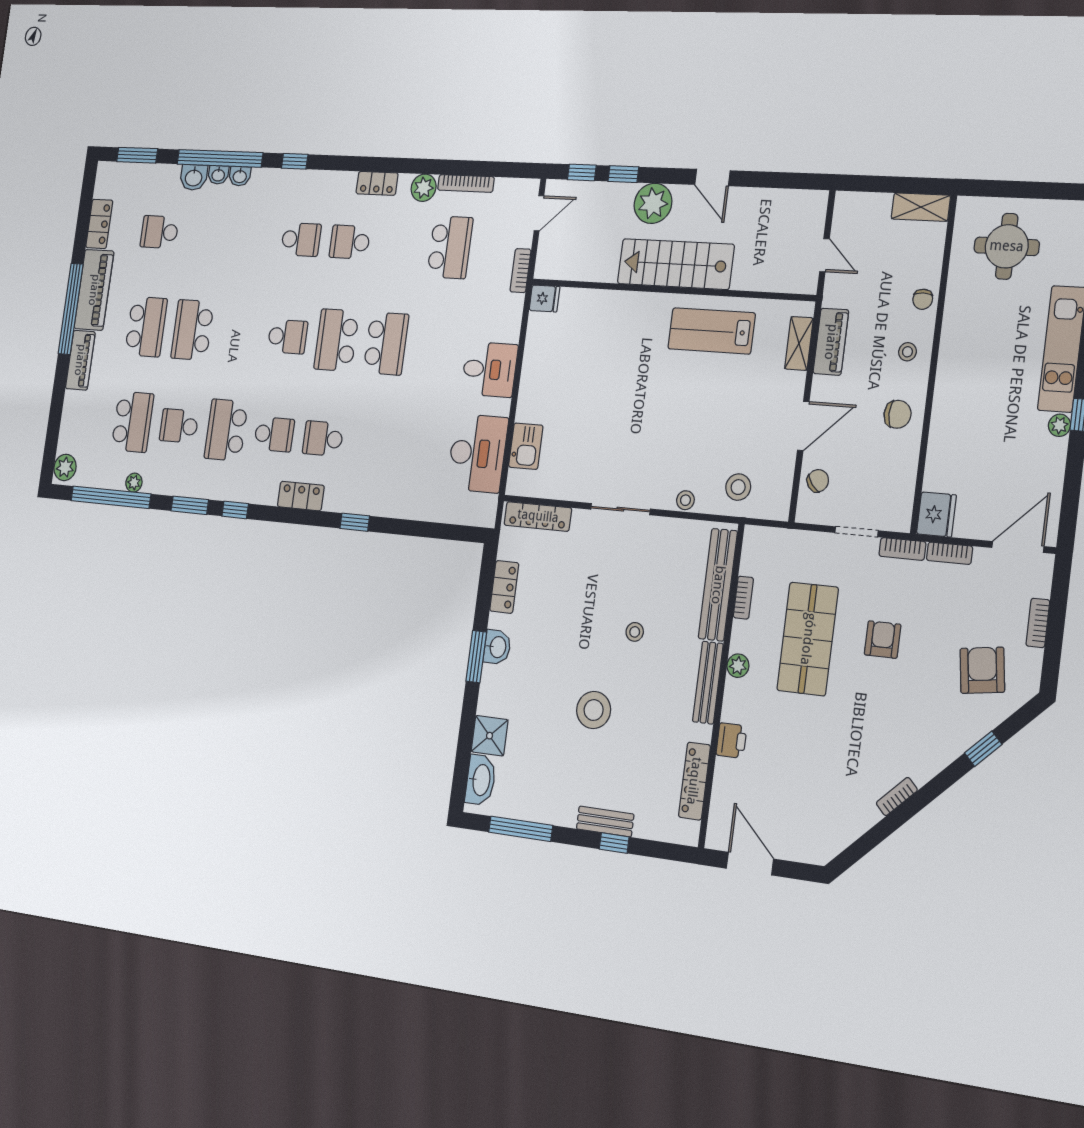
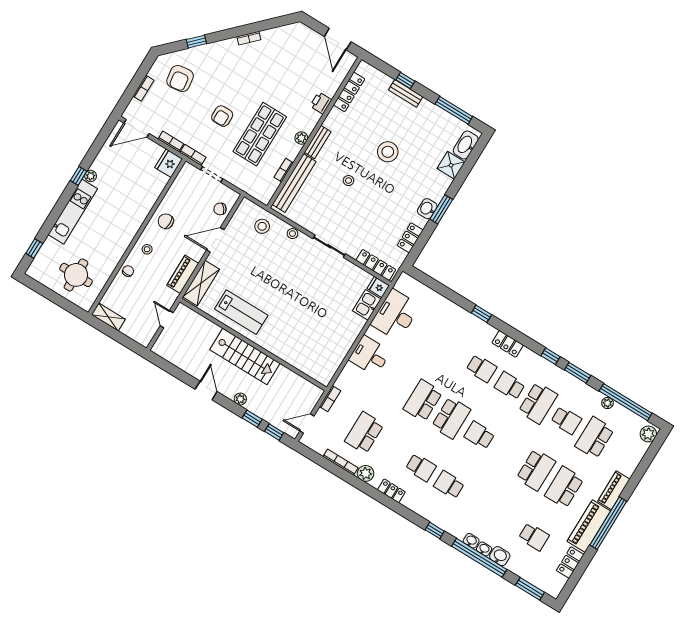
plant: (653, 203) -> (240, 399), width x0.53, depth x0.53
fridge: (544, 298) -> (378, 287), moved
shelving: (799, 343) -> (201, 283), width x1.50, depth x1.33
bench: (708, 683) -> (318, 142), width x0.73

